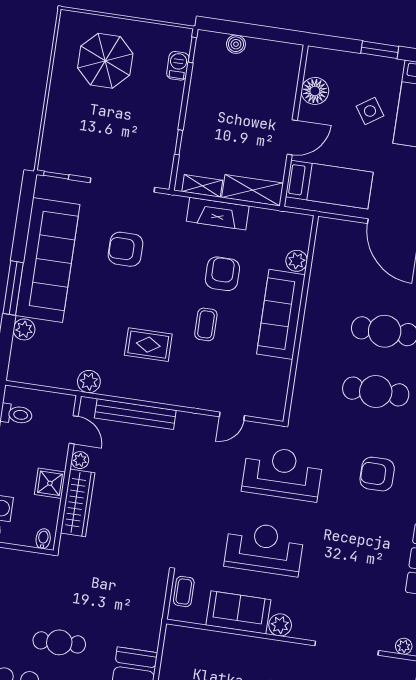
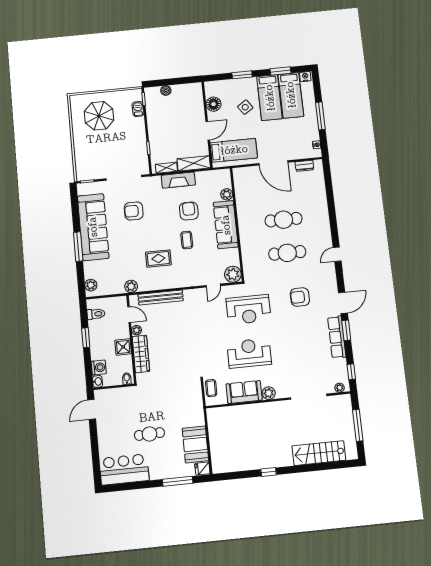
plant: (24, 329) -> (91, 285), moved
plant: (271, 405) -> (233, 274), added
reception desk: (282, 473) -> (248, 310), turned 180

